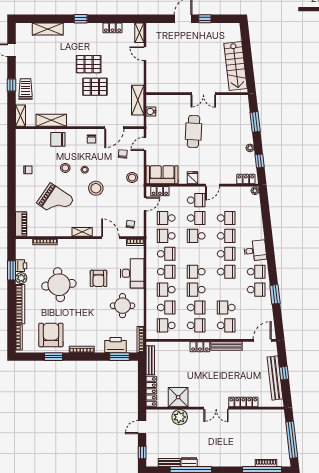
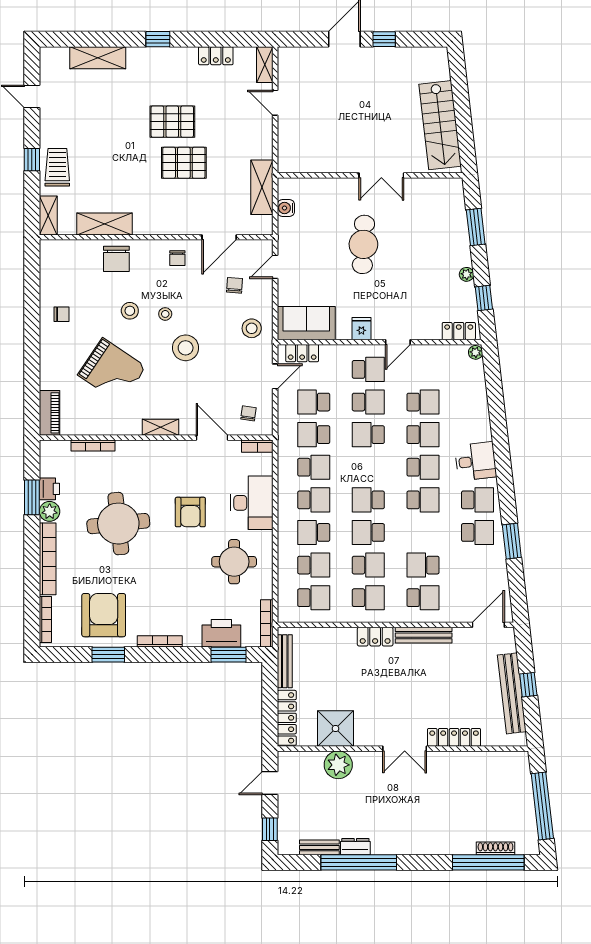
chair: (58, 139) -> (116, 259), turned -90
school desk: (166, 325) -> (314, 598), turned 180

